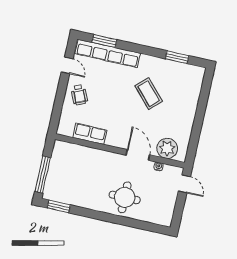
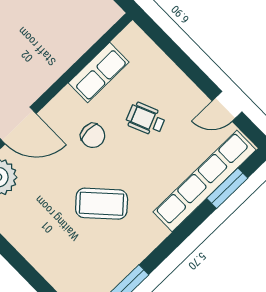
wheelchair: (79, 95) -> (146, 119), moved
chair: (120, 118) -> (93, 136), added

